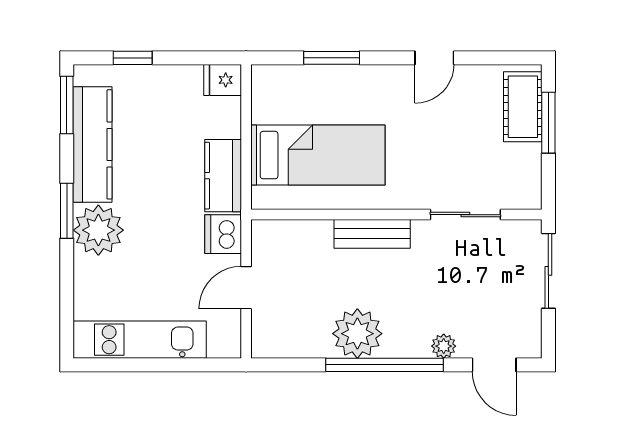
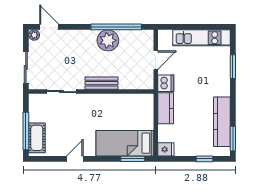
window: (332, 58) -> (133, 159), moved
window: (548, 123) -> (26, 131), width x1.44
bed: (318, 155) -> (125, 143), moved
window: (67, 211) -> (233, 67), moved
plant: (98, 230) -> (219, 85), removed
plant: (444, 346) -> (34, 35), moved
window: (385, 365) -> (116, 27), moved

